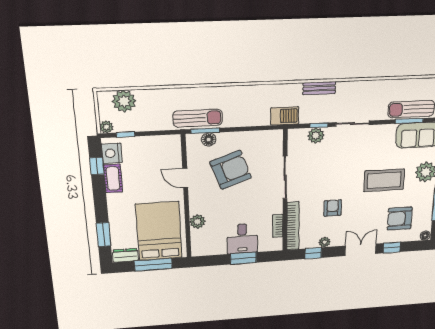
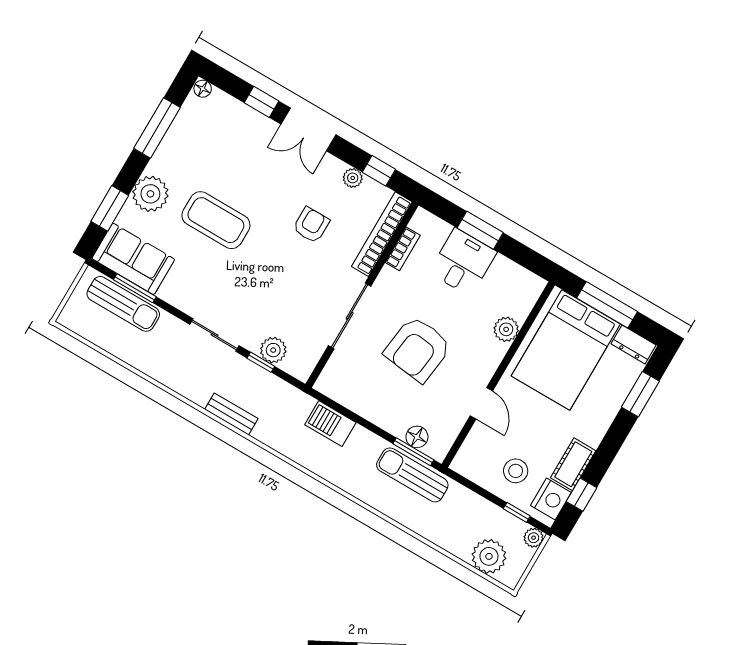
barbecue: (285, 116) -> (330, 424), moved
stool: (142, 156) -> (516, 471), added
armchair: (231, 170) -> (418, 349), moved, turned -63
armchair: (333, 208) -> (311, 225), turned 180
armchair: (400, 219) -> (225, 143), removed

